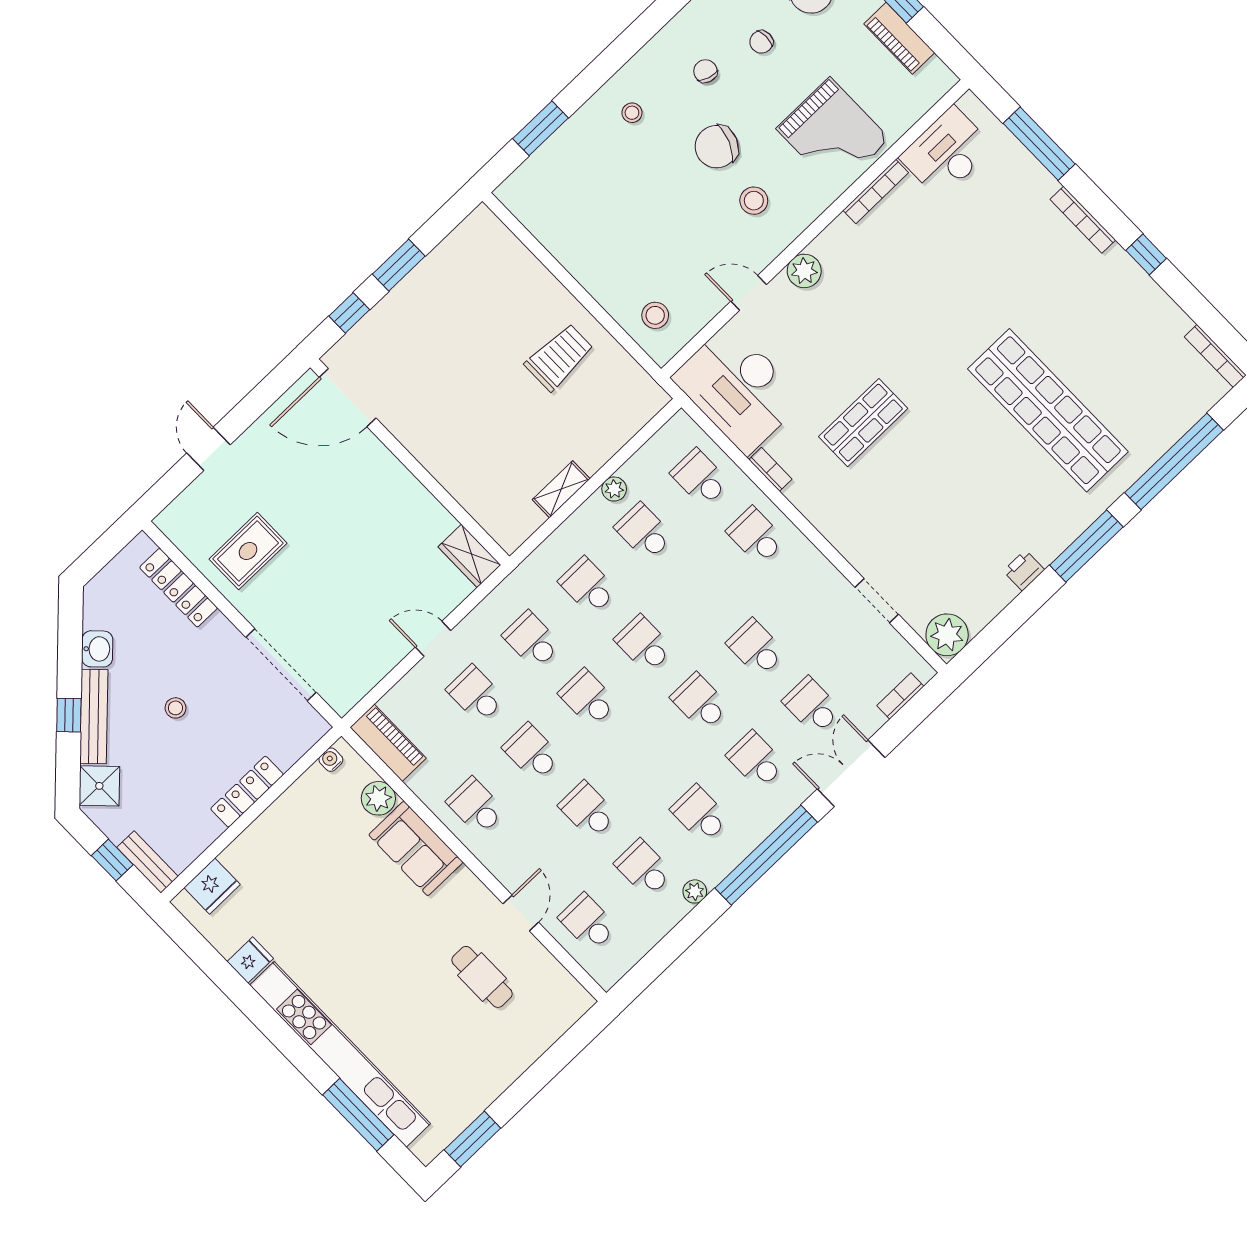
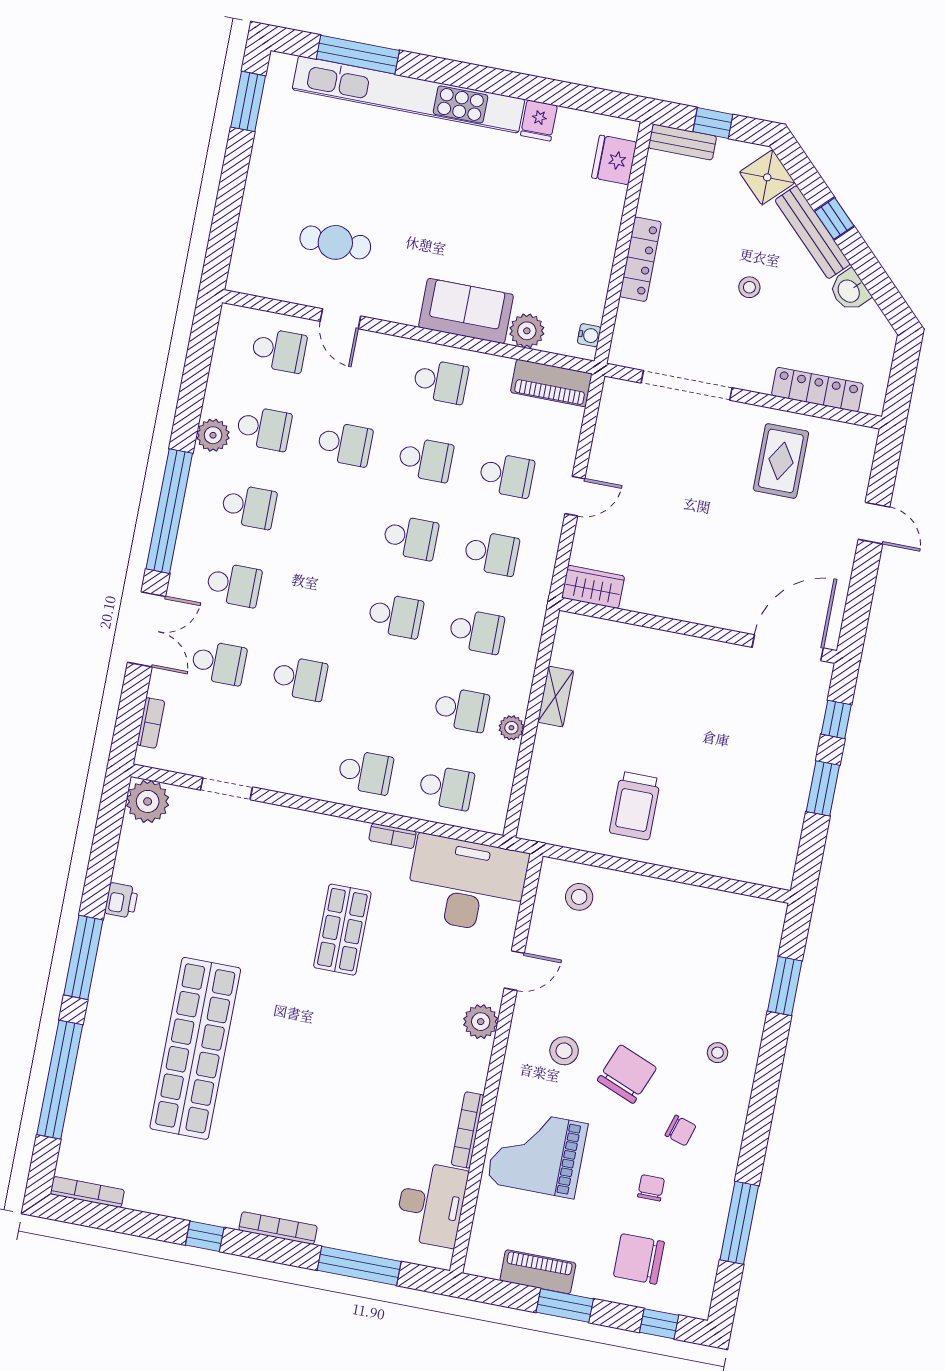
shop shelf: (1048, 410) -> (195, 1048), turned 90
school desk: (700, 702) -> (315, 600), removed
plant: (695, 891) -> (213, 435), width x1.38, depth x1.38

